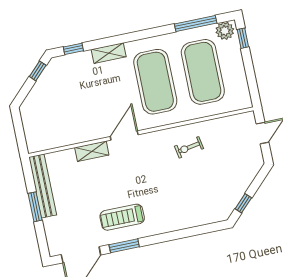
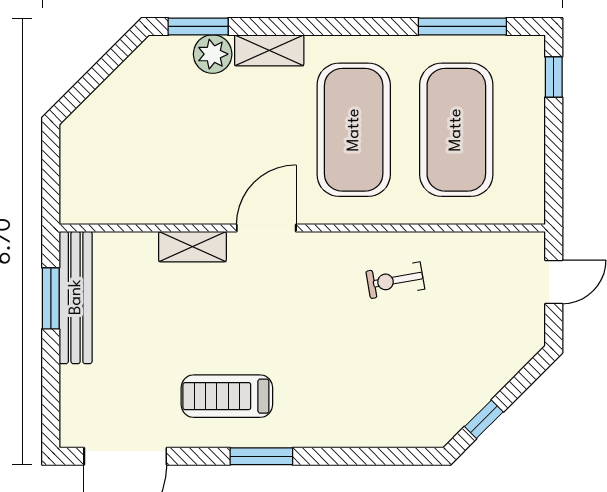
plant: (225, 31) -> (213, 54), moved
window: (73, 49) -> (198, 26), width x1.50
window: (38, 71) -> (115, 57), removed
window: (35, 207) -> (51, 298), moved
window: (124, 246) -> (261, 456), moved

